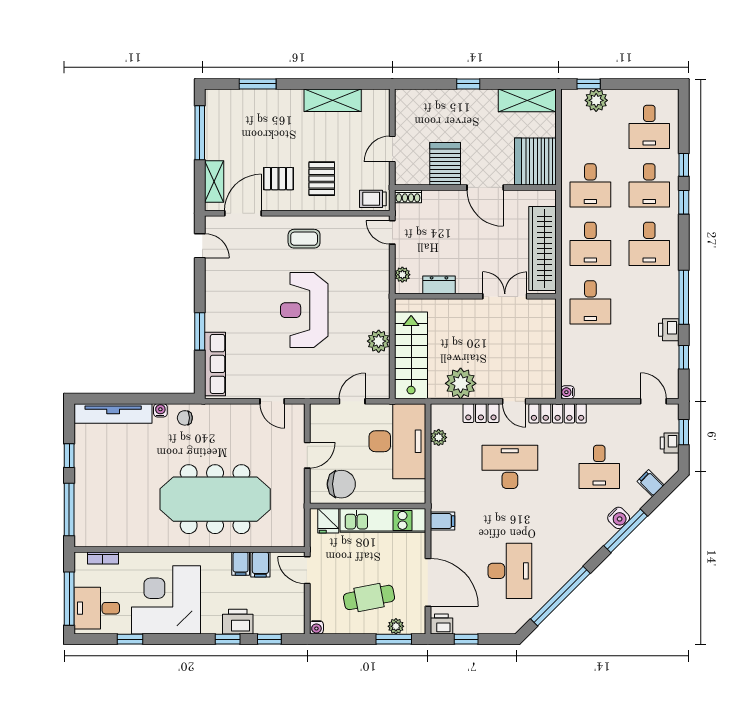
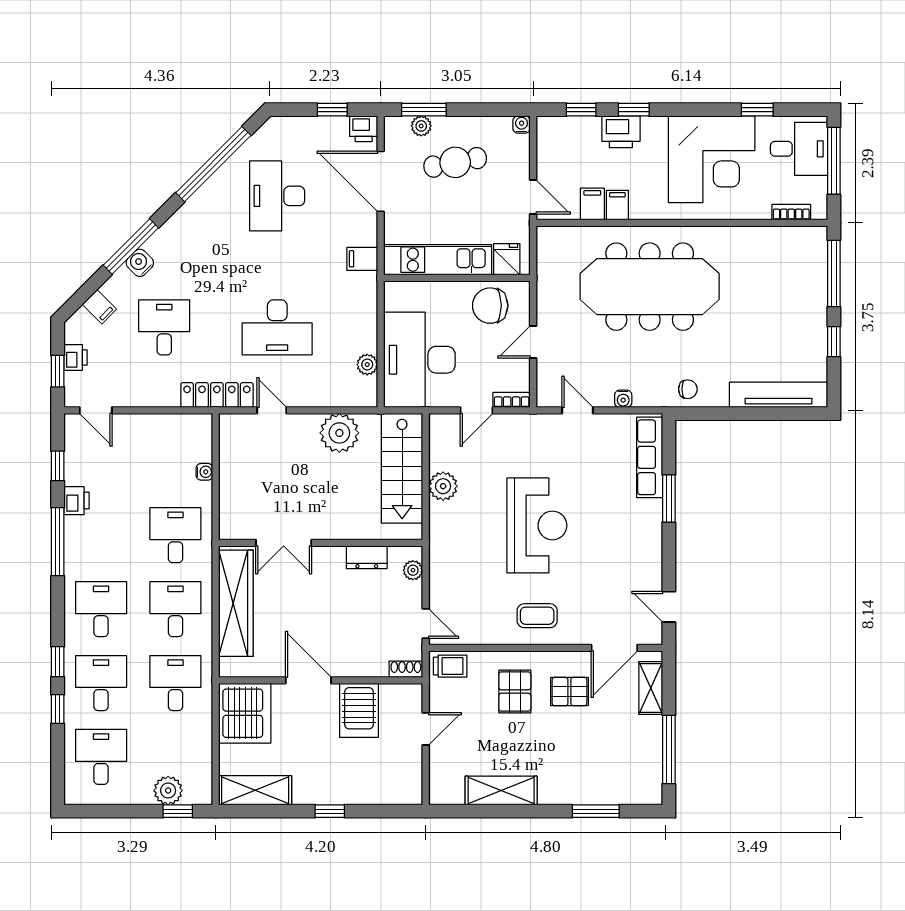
water cooler: (567, 392) -> (204, 472), moved
bookcase: (324, 409) -> (512, 400), added
water cooler: (160, 410) -> (623, 399), moved
locker: (481, 413) -> (314, 395), removed

